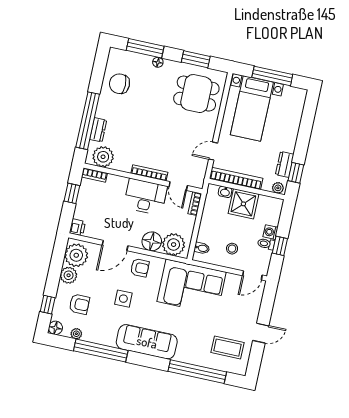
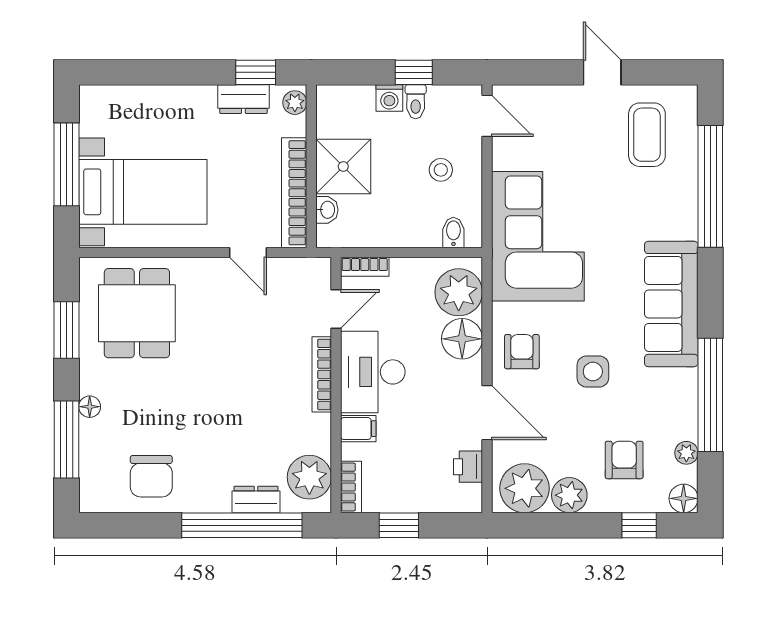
filing cabinet: (121, 184) -> (358, 429), added
printer: (77, 227) -> (468, 467), moved, turned -90

